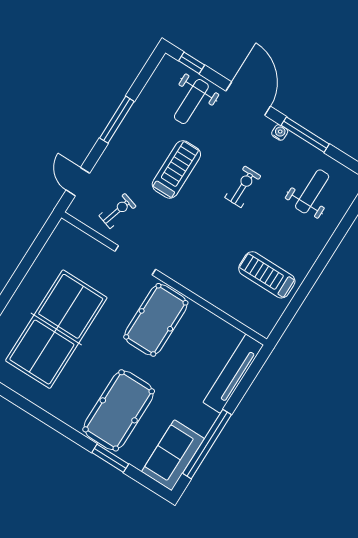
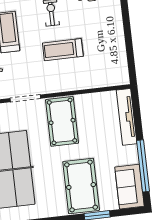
treadmill: (267, 275) -> (63, 50), moved

